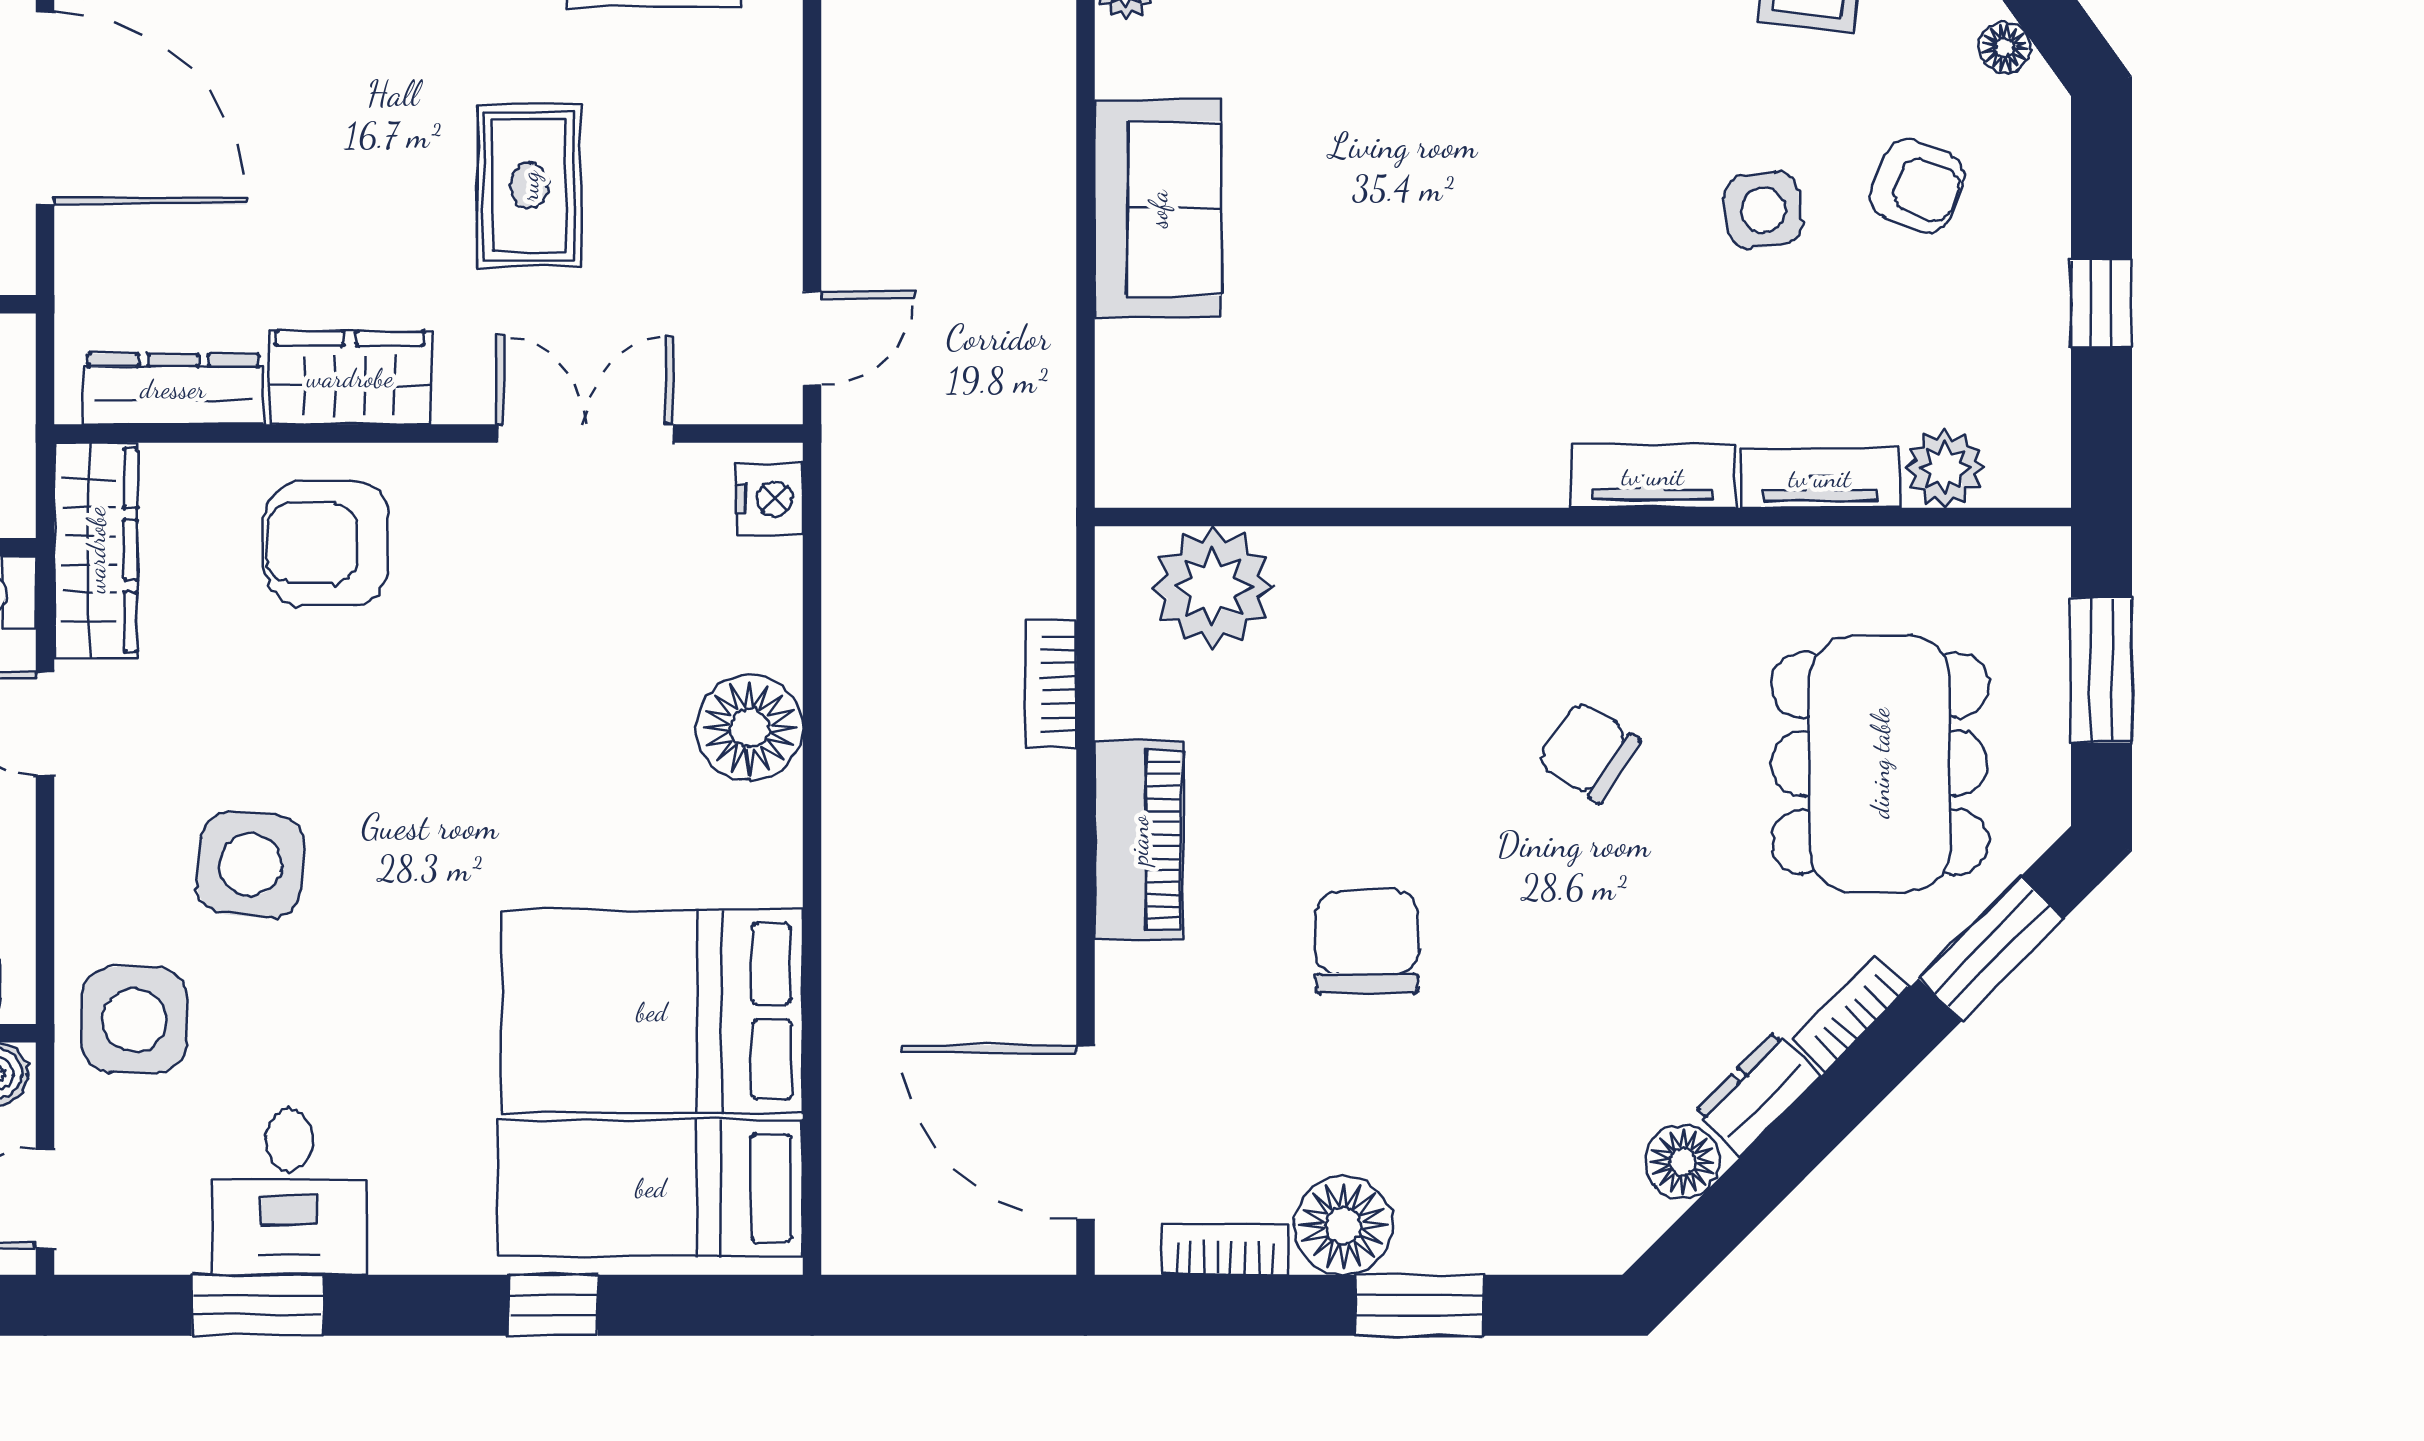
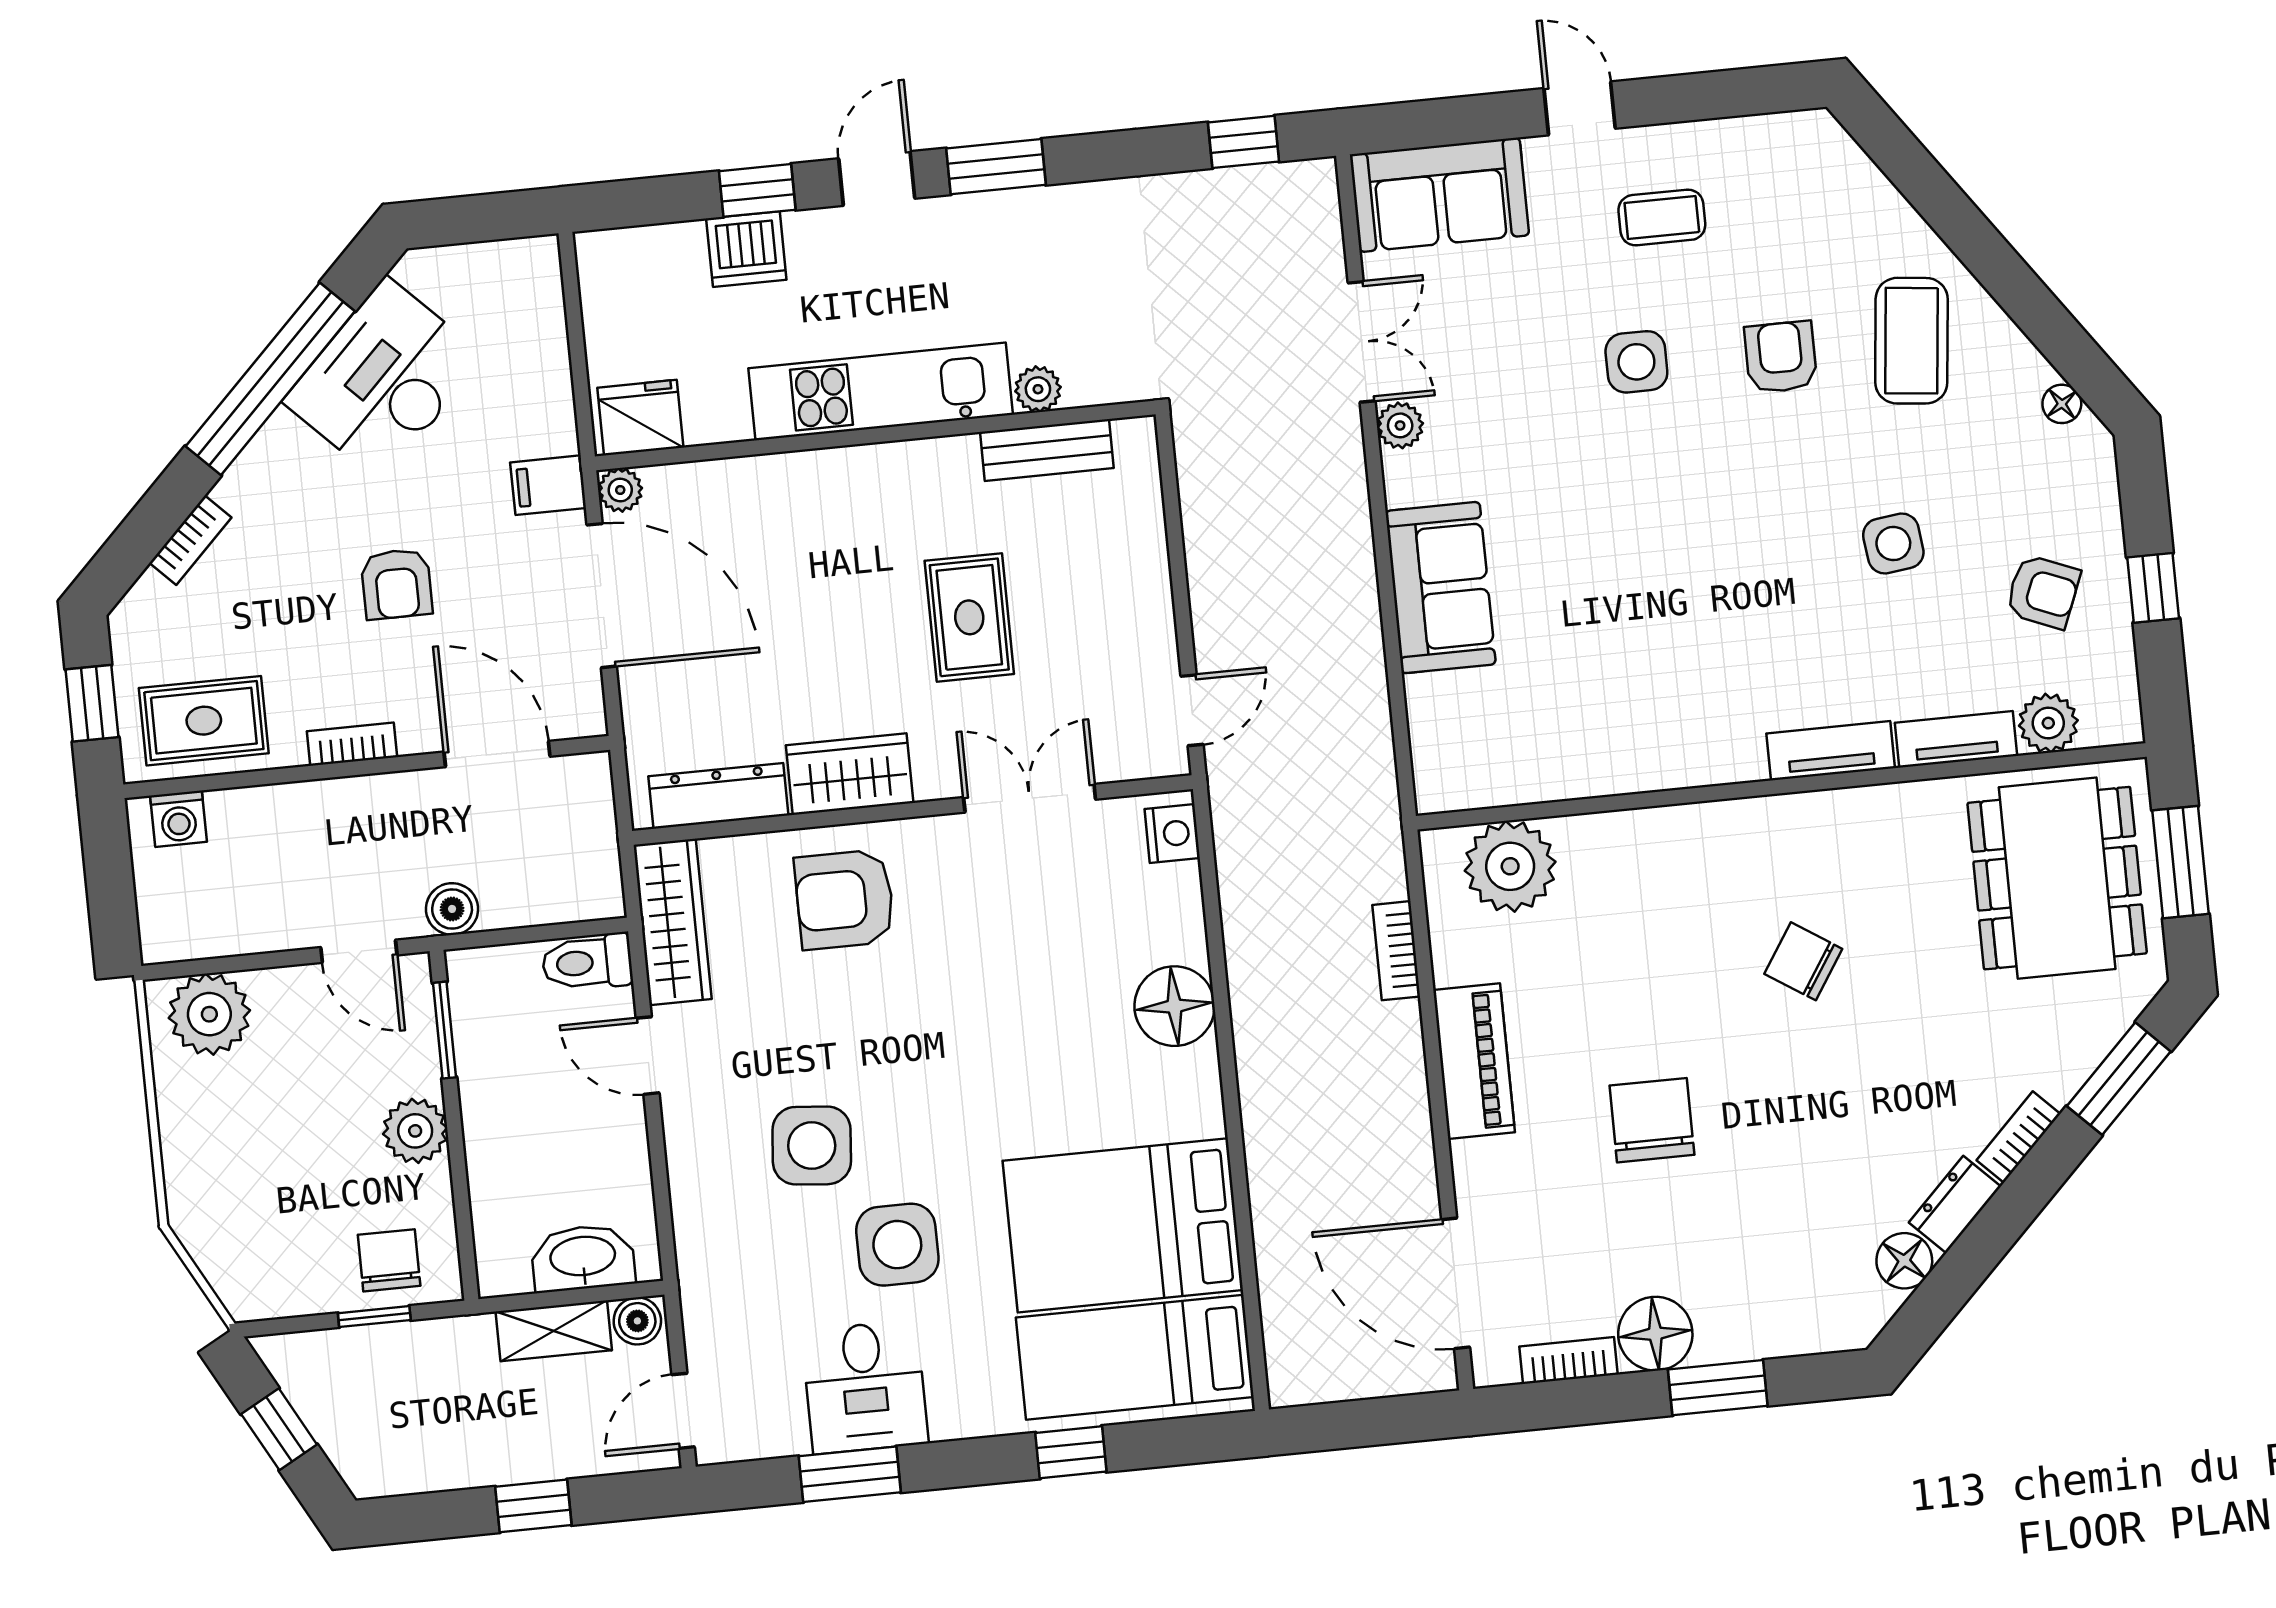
armchair: (1917, 186) -> (2043, 592), moved
dining table: (1880, 763) -> (2057, 878), moved
side table: (135, 1020) -> (897, 1245), moved

